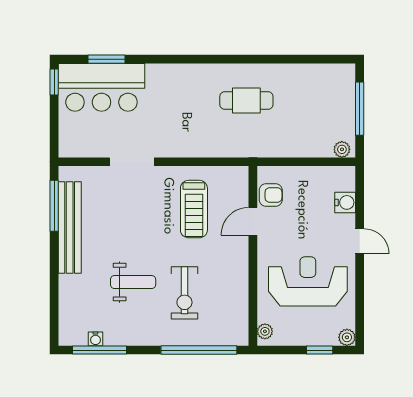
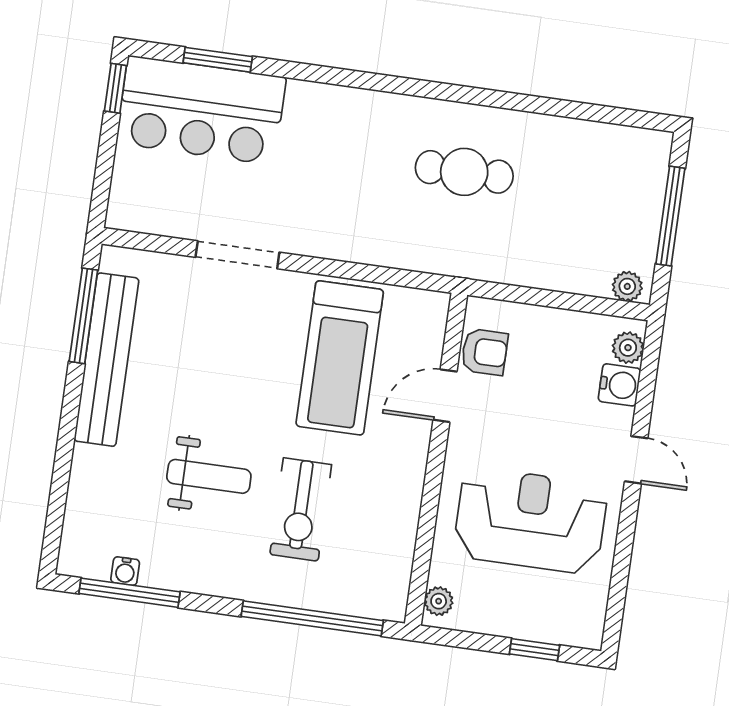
treadmill: (194, 209) -> (340, 358), width x1.37, depth x1.38
plant: (347, 337) -> (628, 348), moved

